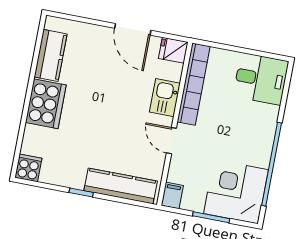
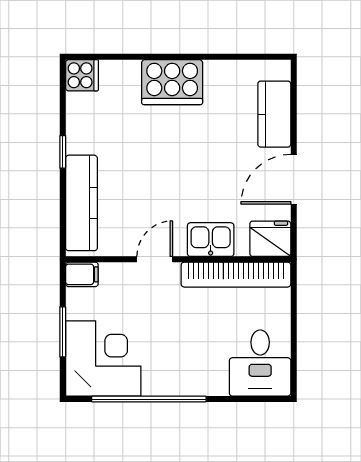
fridge: (173, 50) -> (270, 239), width x1.38
kitchen counter: (51, 55) -> (274, 114), moved, turned 90

